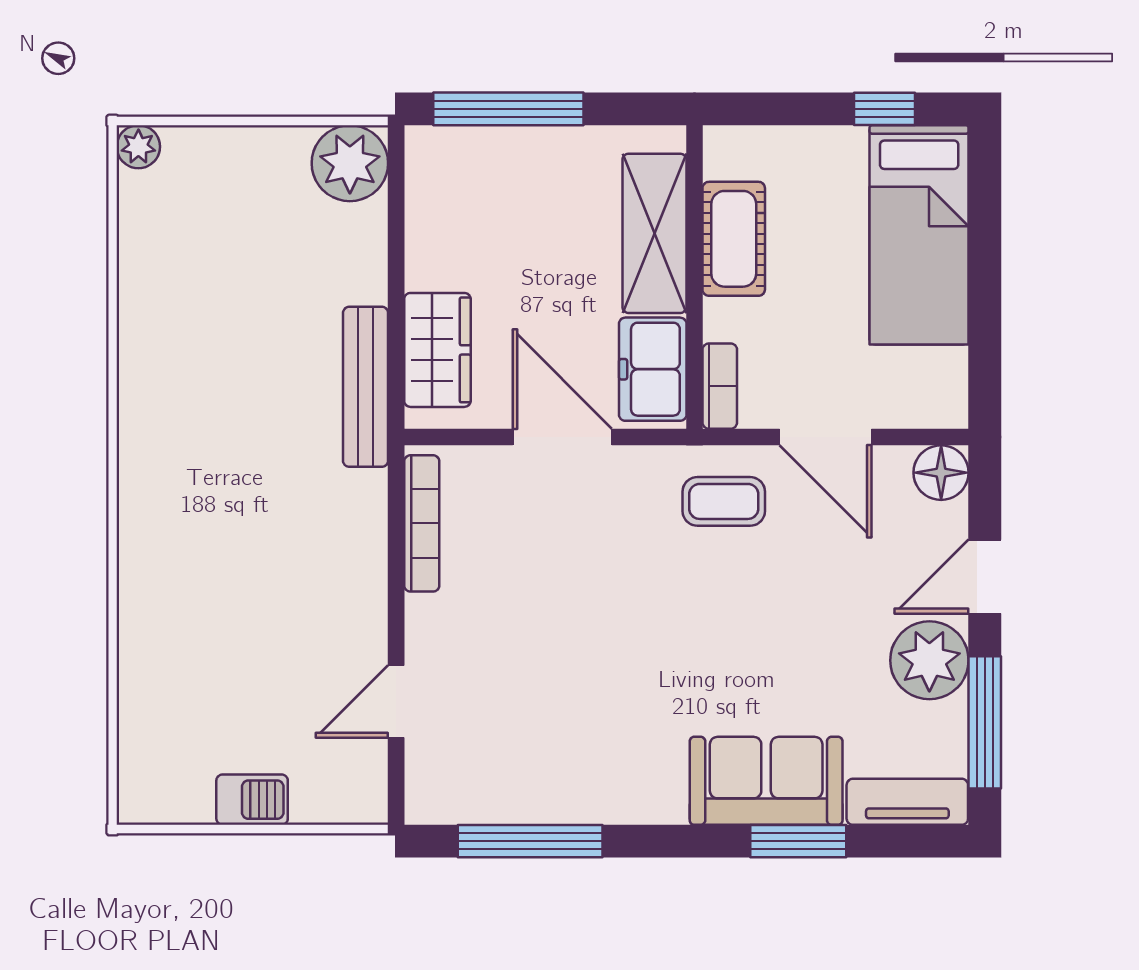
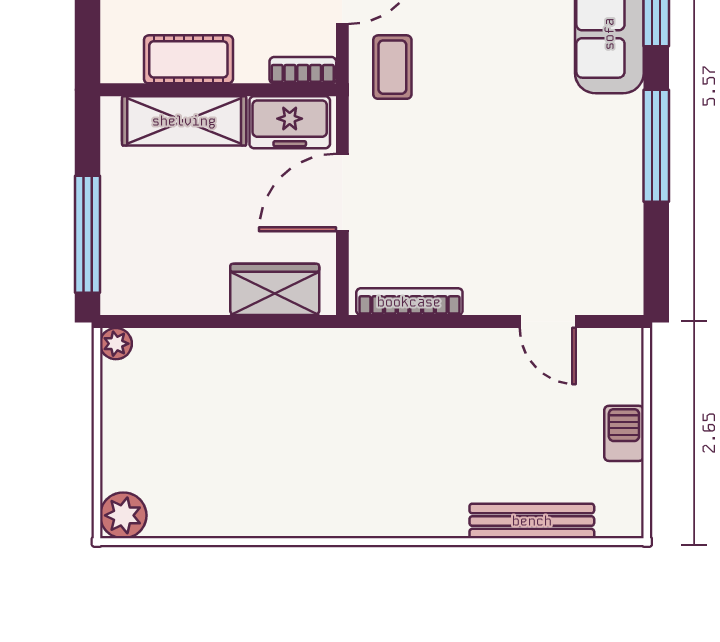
plant: (138, 147) -> (123, 515), width x1.38, depth x1.38
plant: (350, 163) -> (116, 344), width x0.53, depth x0.53
bench: (366, 387) -> (532, 521), moved
window: (530, 841) -> (656, 146), moved

